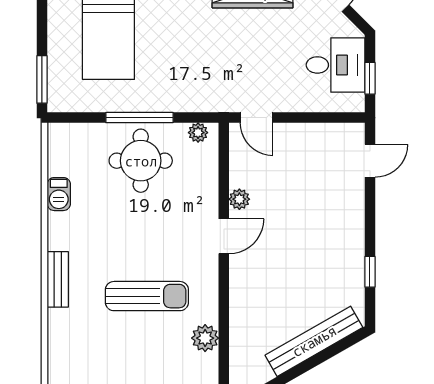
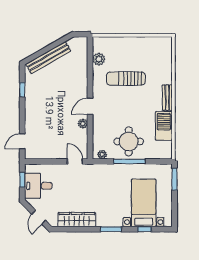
barbecue: (59, 194) -> (164, 126), width x1.88, depth x1.53
bench: (58, 279) -> (167, 98), moved

